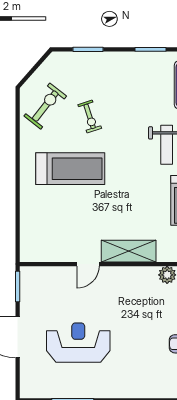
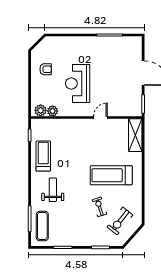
exercise bike: (45, 106) -> (120, 221), moved
shelving: (129, 251) -> (135, 135), moved, turned 90
reception desk: (78, 343) -> (78, 83), moved, turned 90

